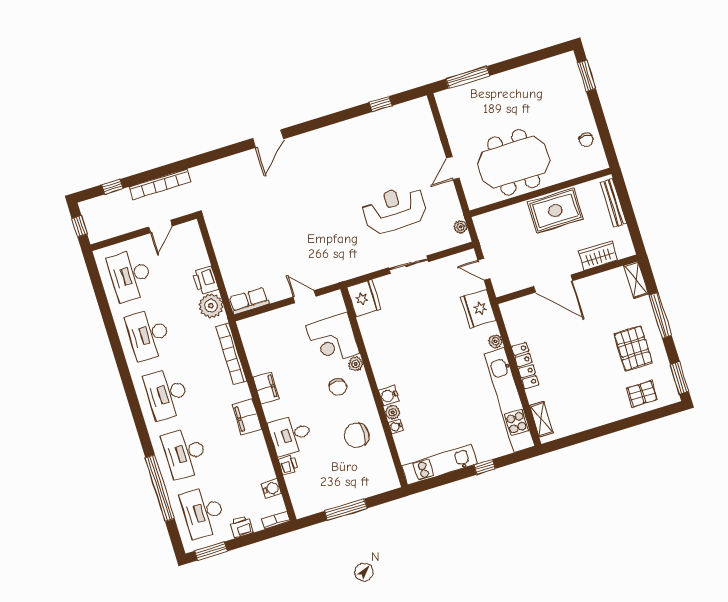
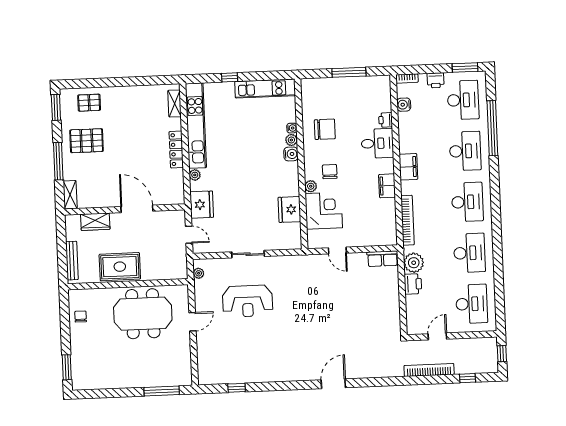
fridge: (364, 298) -> (289, 209), moved
pallet: (633, 348) -> (87, 141), turned 90

